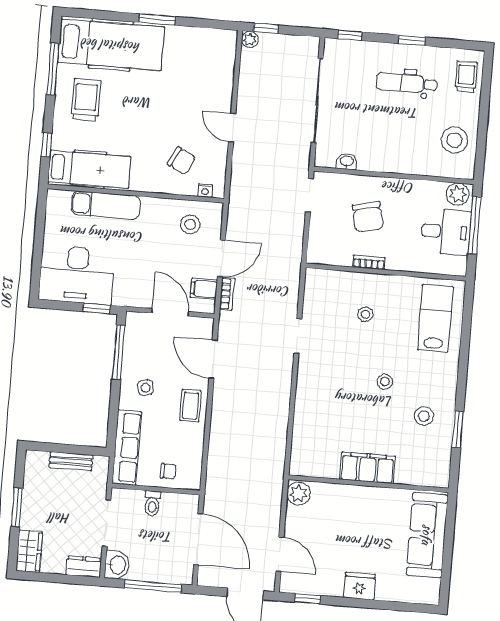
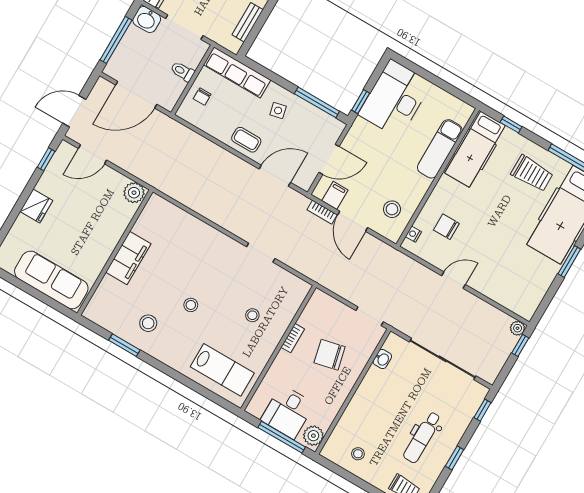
dental chair: (407, 83) -> (422, 437), turned 180
stool: (454, 140) -> (358, 454), width x0.53, depth x0.53
chair: (182, 161) -> (446, 227), turned 63

